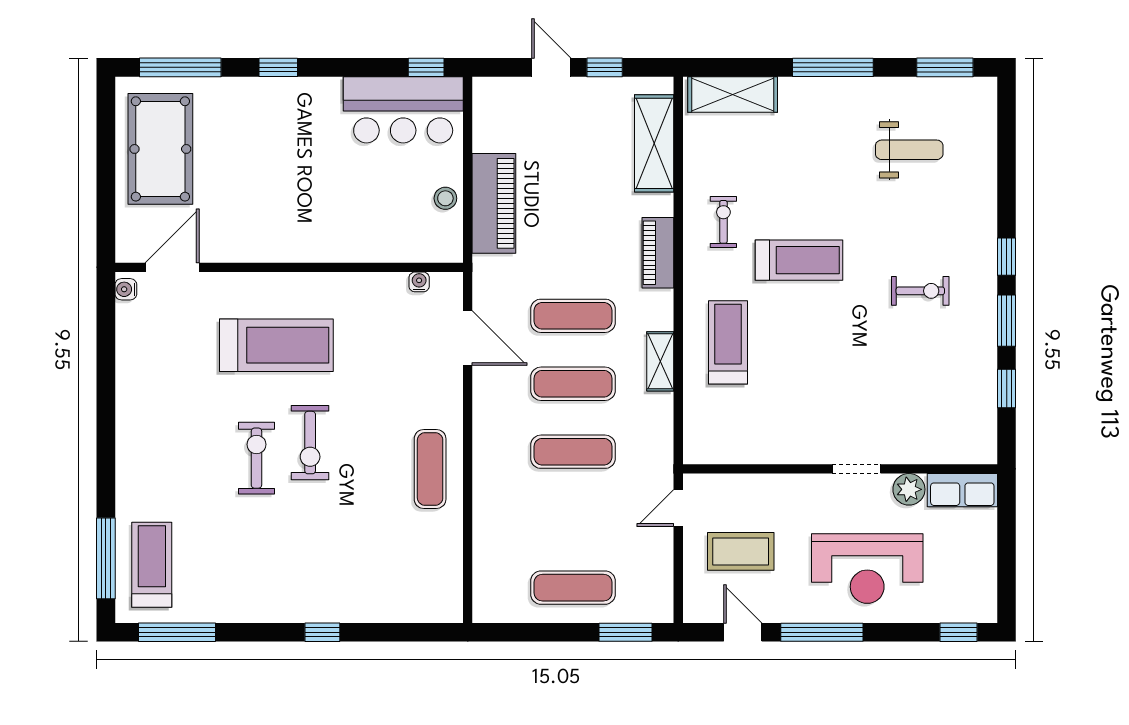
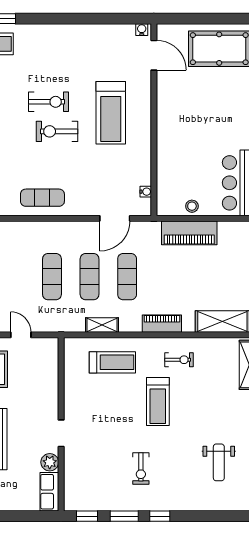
wall: (840, 469) -> (61, 424), moved
doorway: (856, 469) -> (61, 433), moved
plant: (909, 489) -> (50, 462), moved
row of seats: (962, 490) -> (49, 492), moved

